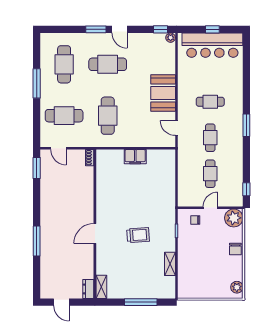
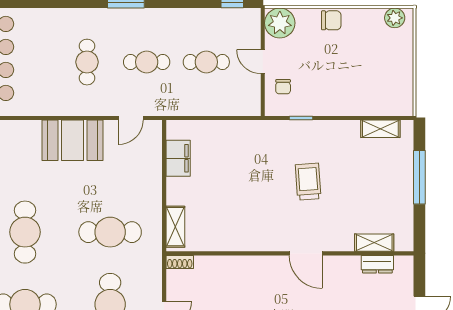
shelving: (111, 155) -> (175, 227), added
filing cabinet: (135, 157) -> (178, 158), moved
shelving: (170, 264) -> (380, 129), moved
shelving: (101, 287) -> (374, 243), moved
dresser: (88, 289) -> (377, 264), moved

